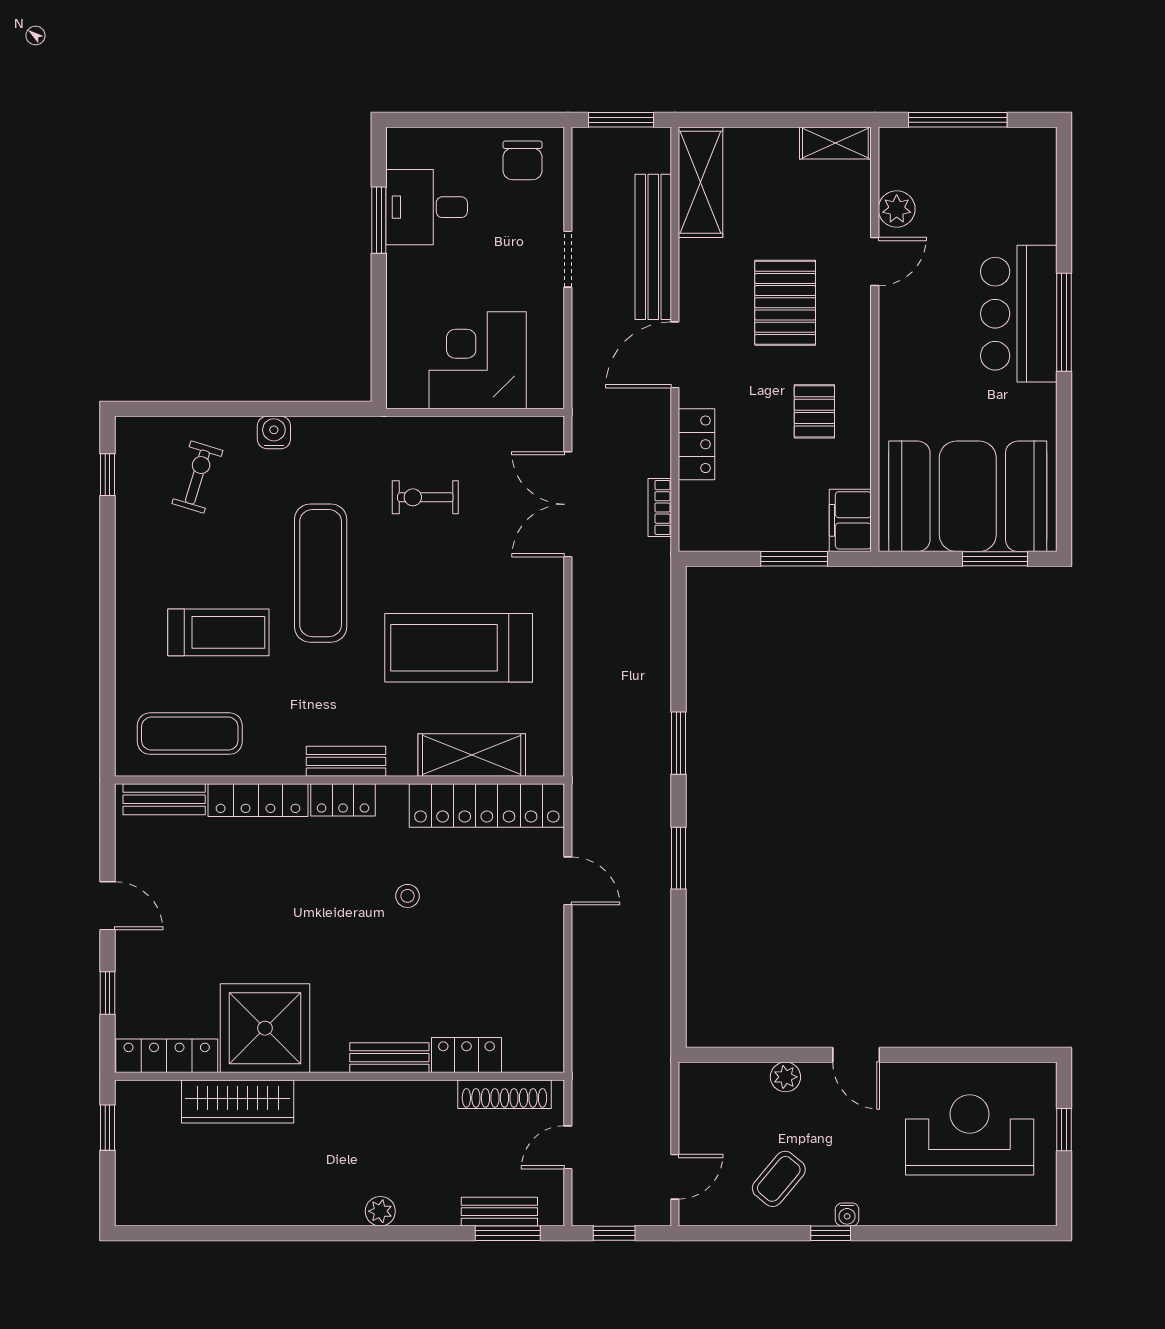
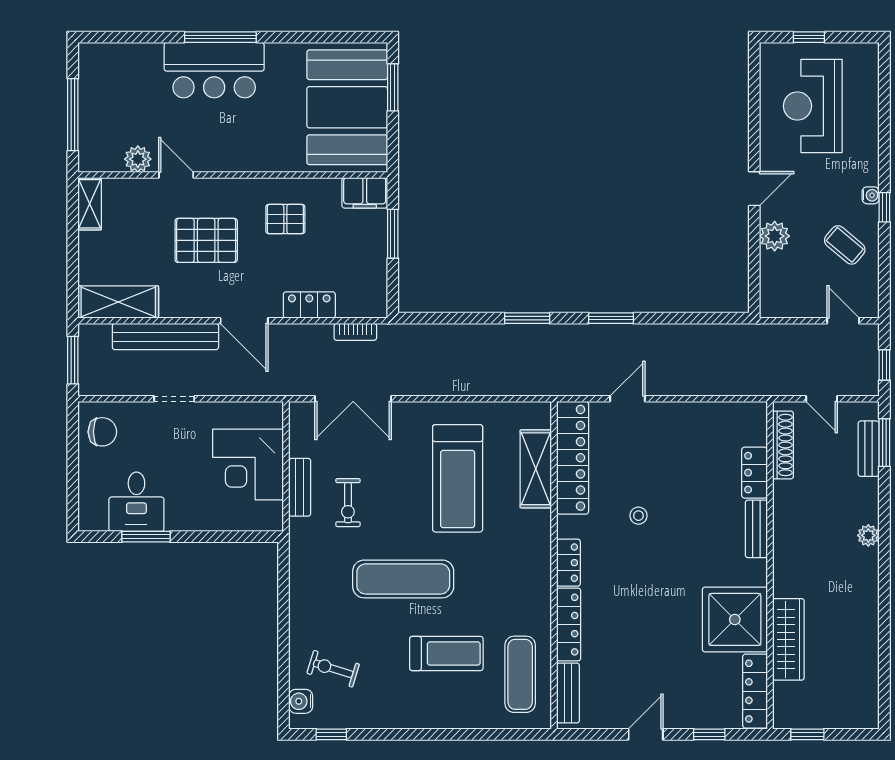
water cooler: (274, 432) -> (301, 701), moved
treadmill: (218, 632) -> (446, 653), turned 90
bench: (346, 761) -> (300, 487), moved
plant: (785, 1077) -> (775, 236), width x1.38, depth x1.38

